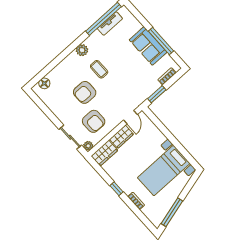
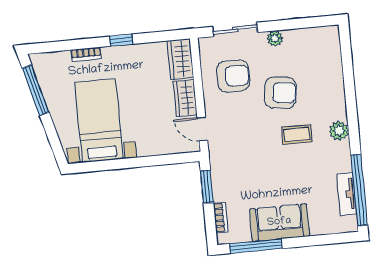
window: (161, 41) -> (256, 246), moved
floor lamp: (44, 83) -> (332, 48), removed
armchair: (85, 92) -> (280, 93), turned 97
armchair: (94, 121) -> (233, 76), turned 180
plant: (88, 146) -> (275, 38), moved

